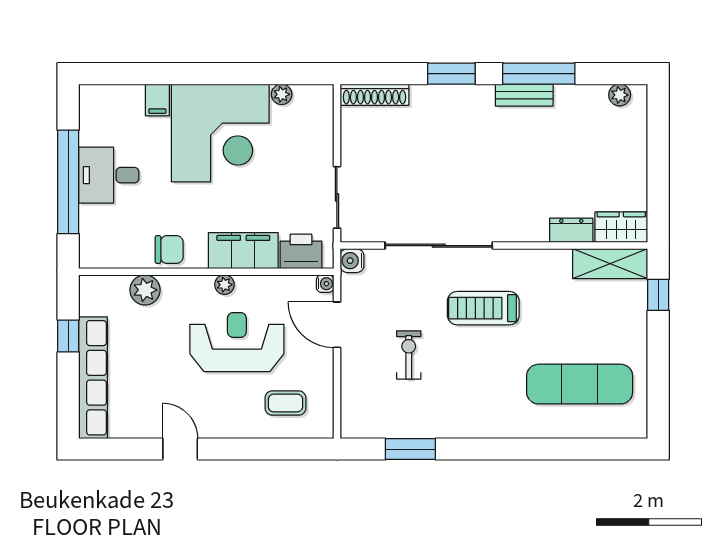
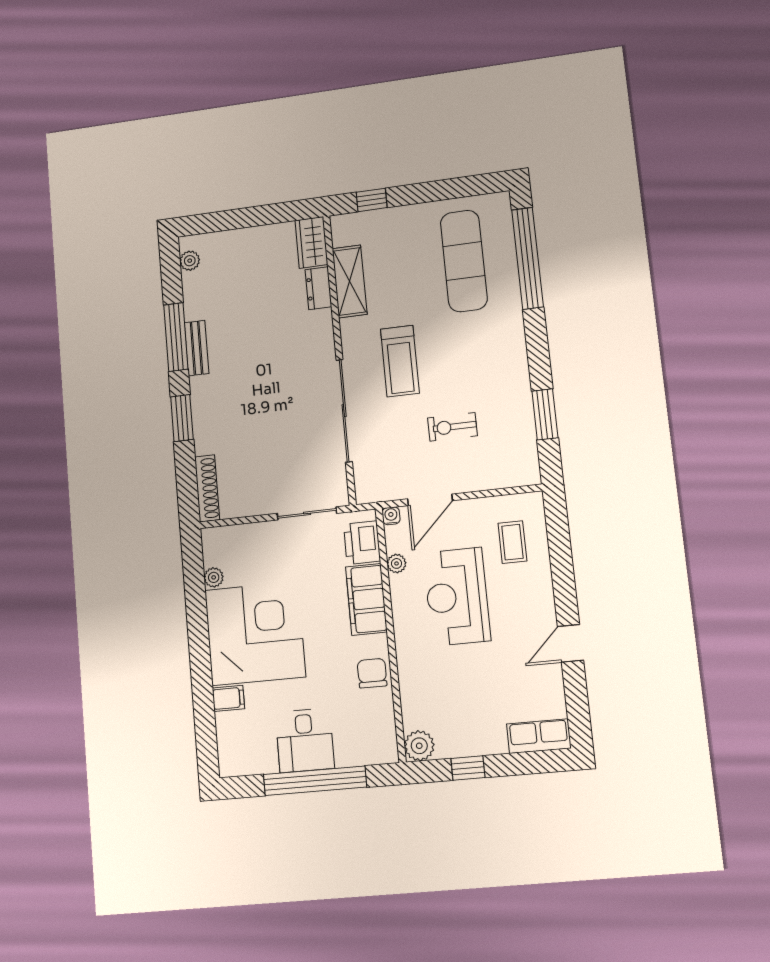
water cooler: (352, 261) -> (366, 492), removed
shelving: (610, 264) -> (350, 281), moved
plant: (224, 285) -> (397, 563), moved
plant: (145, 290) -> (419, 746), moved
row of seats: (93, 378) -> (539, 736), width x0.50
window: (574, 449) -> (527, 258), added

